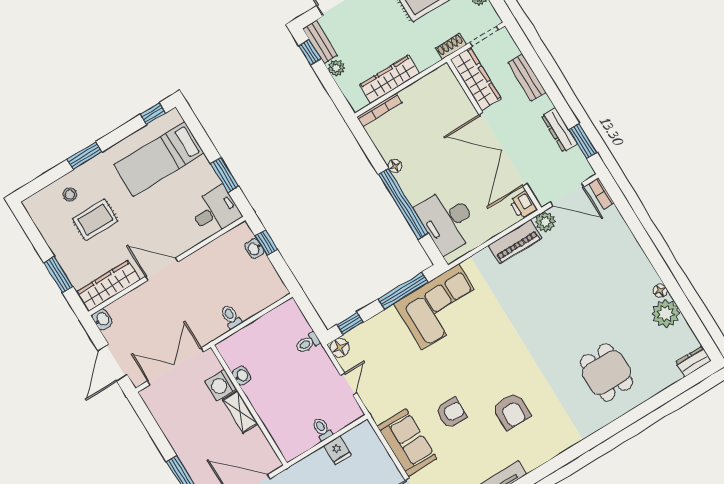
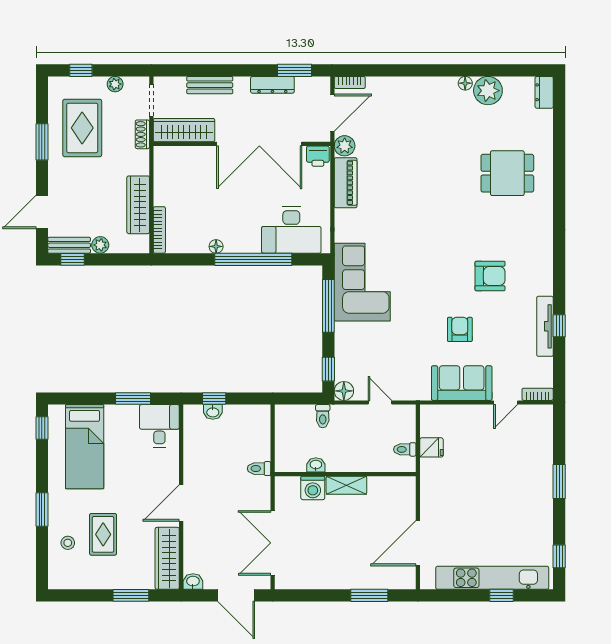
washbasin: (241, 376) -> (316, 465), moved
washing machine: (221, 385) -> (313, 488), moved
wall: (249, 405) -> (345, 474), moved
shelving: (240, 412) -> (346, 485), moved

